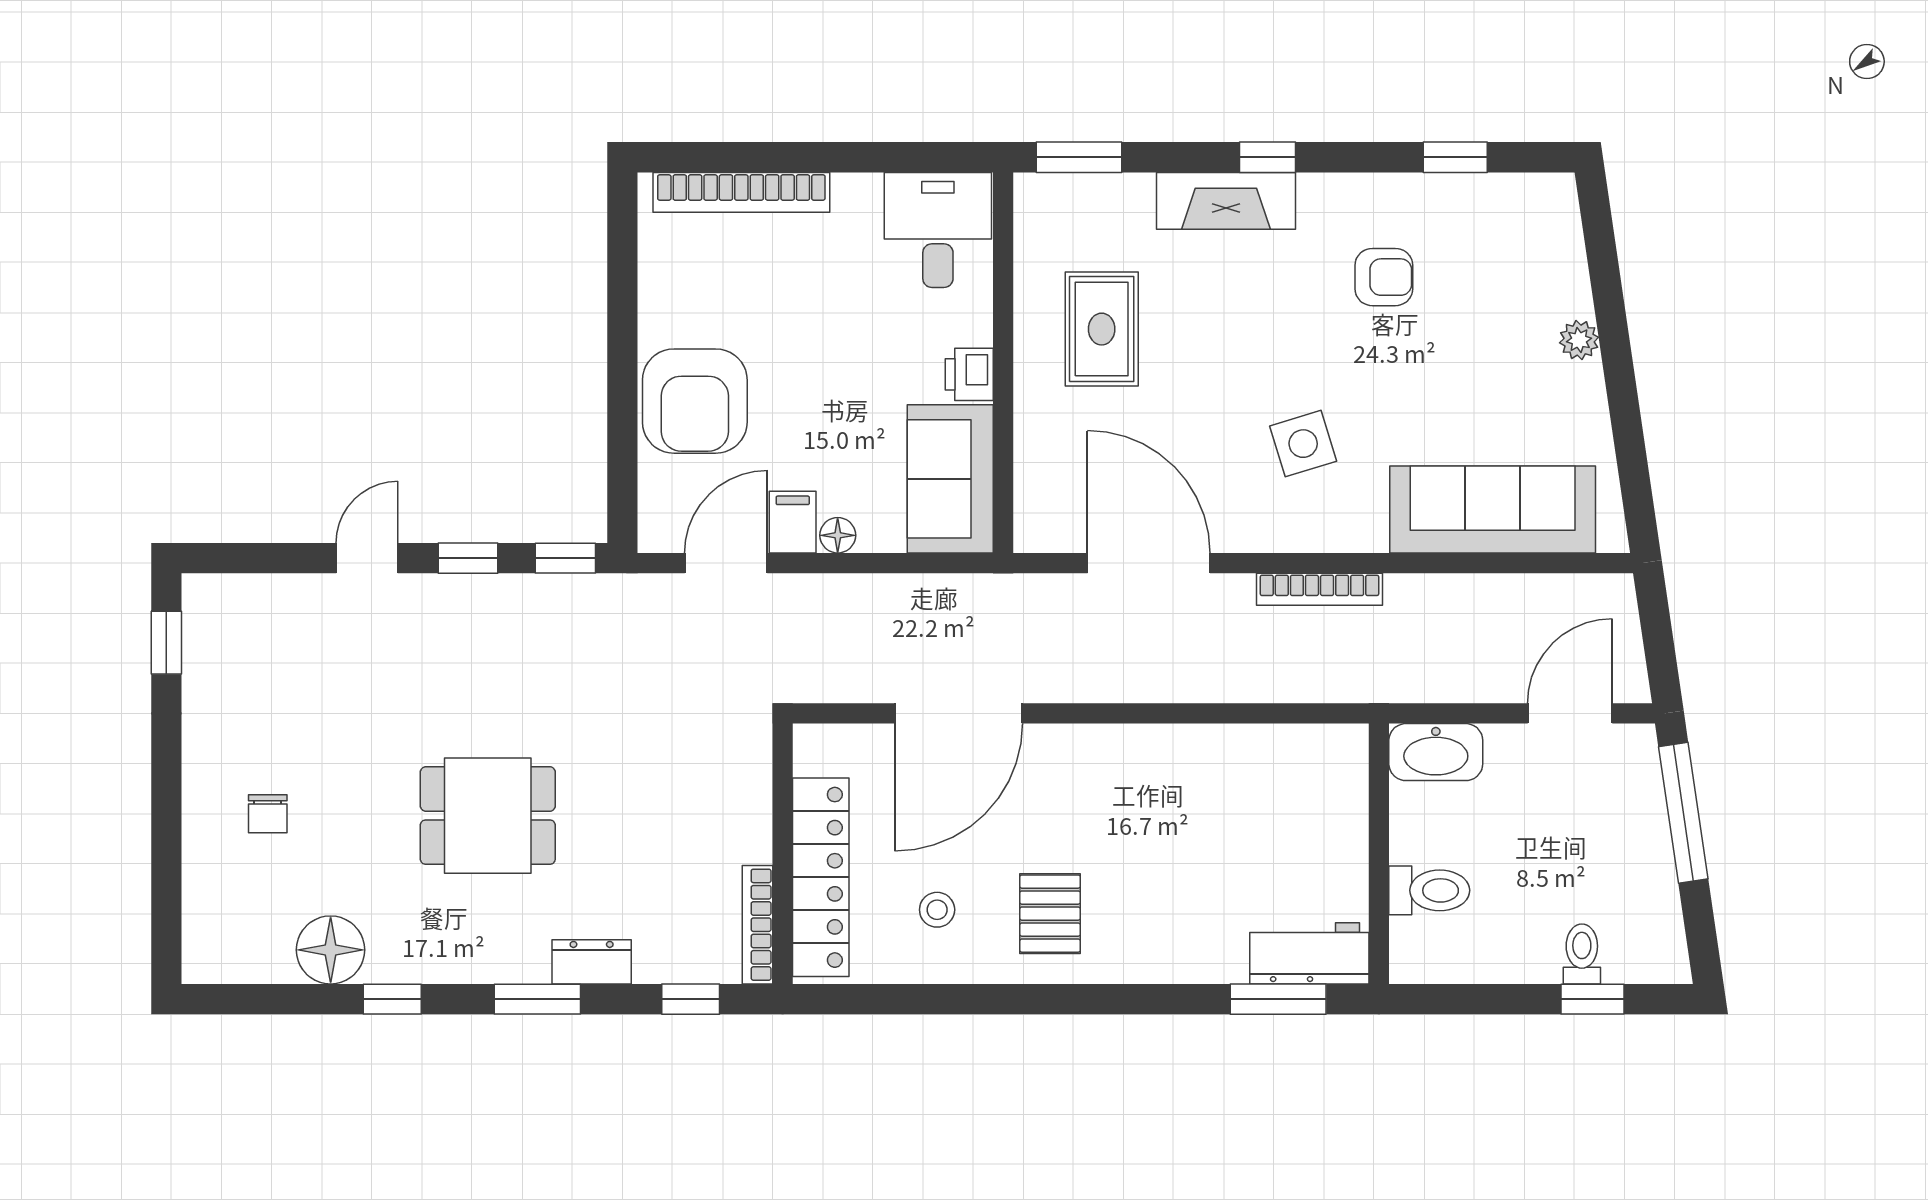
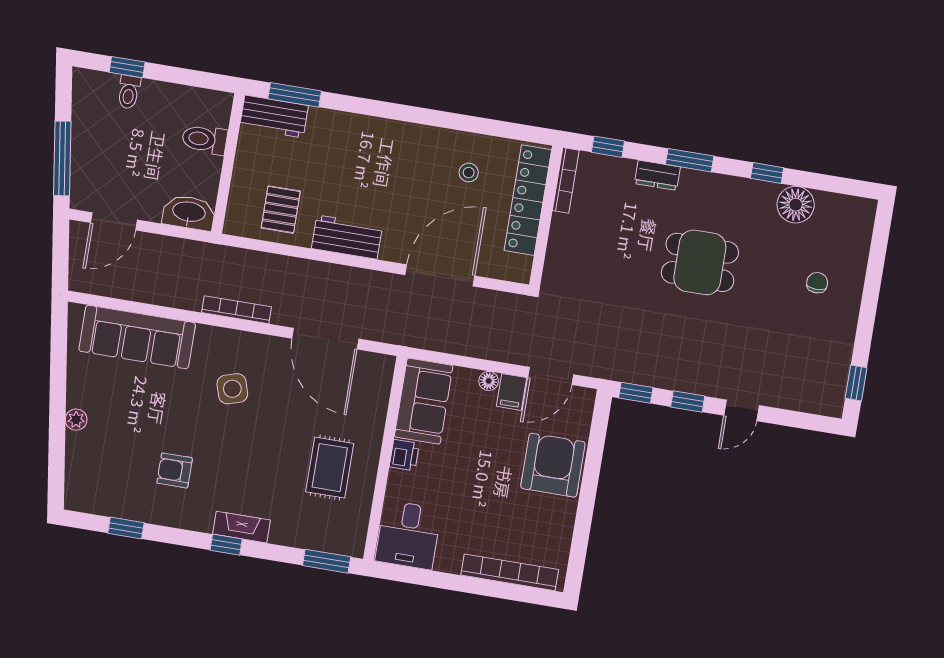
fireplace: (1226, 201) -> (241, 527), width x0.73, depth x0.76
workbench: (1140, 755) -> (347, 237), added
pallet: (1050, 914) -> (281, 210), moved

